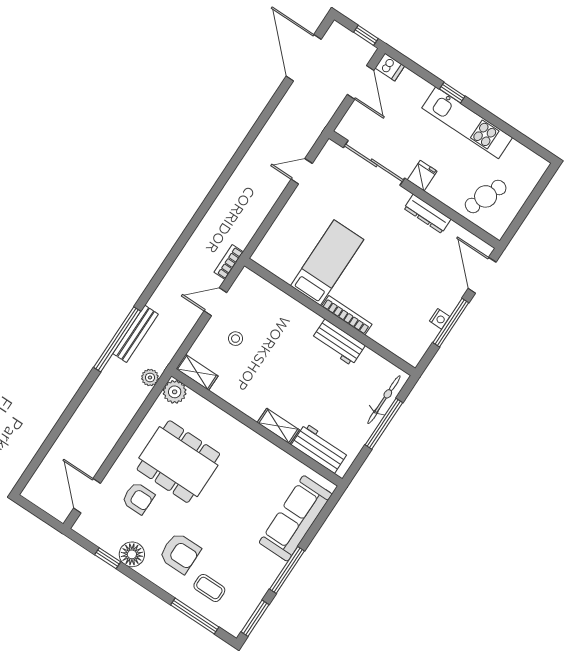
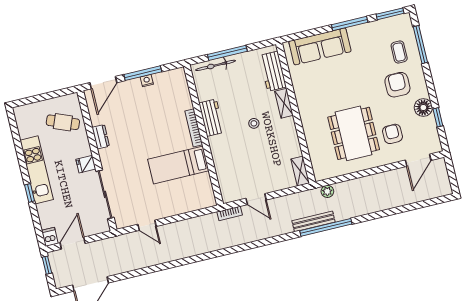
dresser: (427, 214) -> (101, 137), width x0.70
stool: (236, 339) -> (254, 123), moved
plant: (175, 392) -> (321, 172), removed

